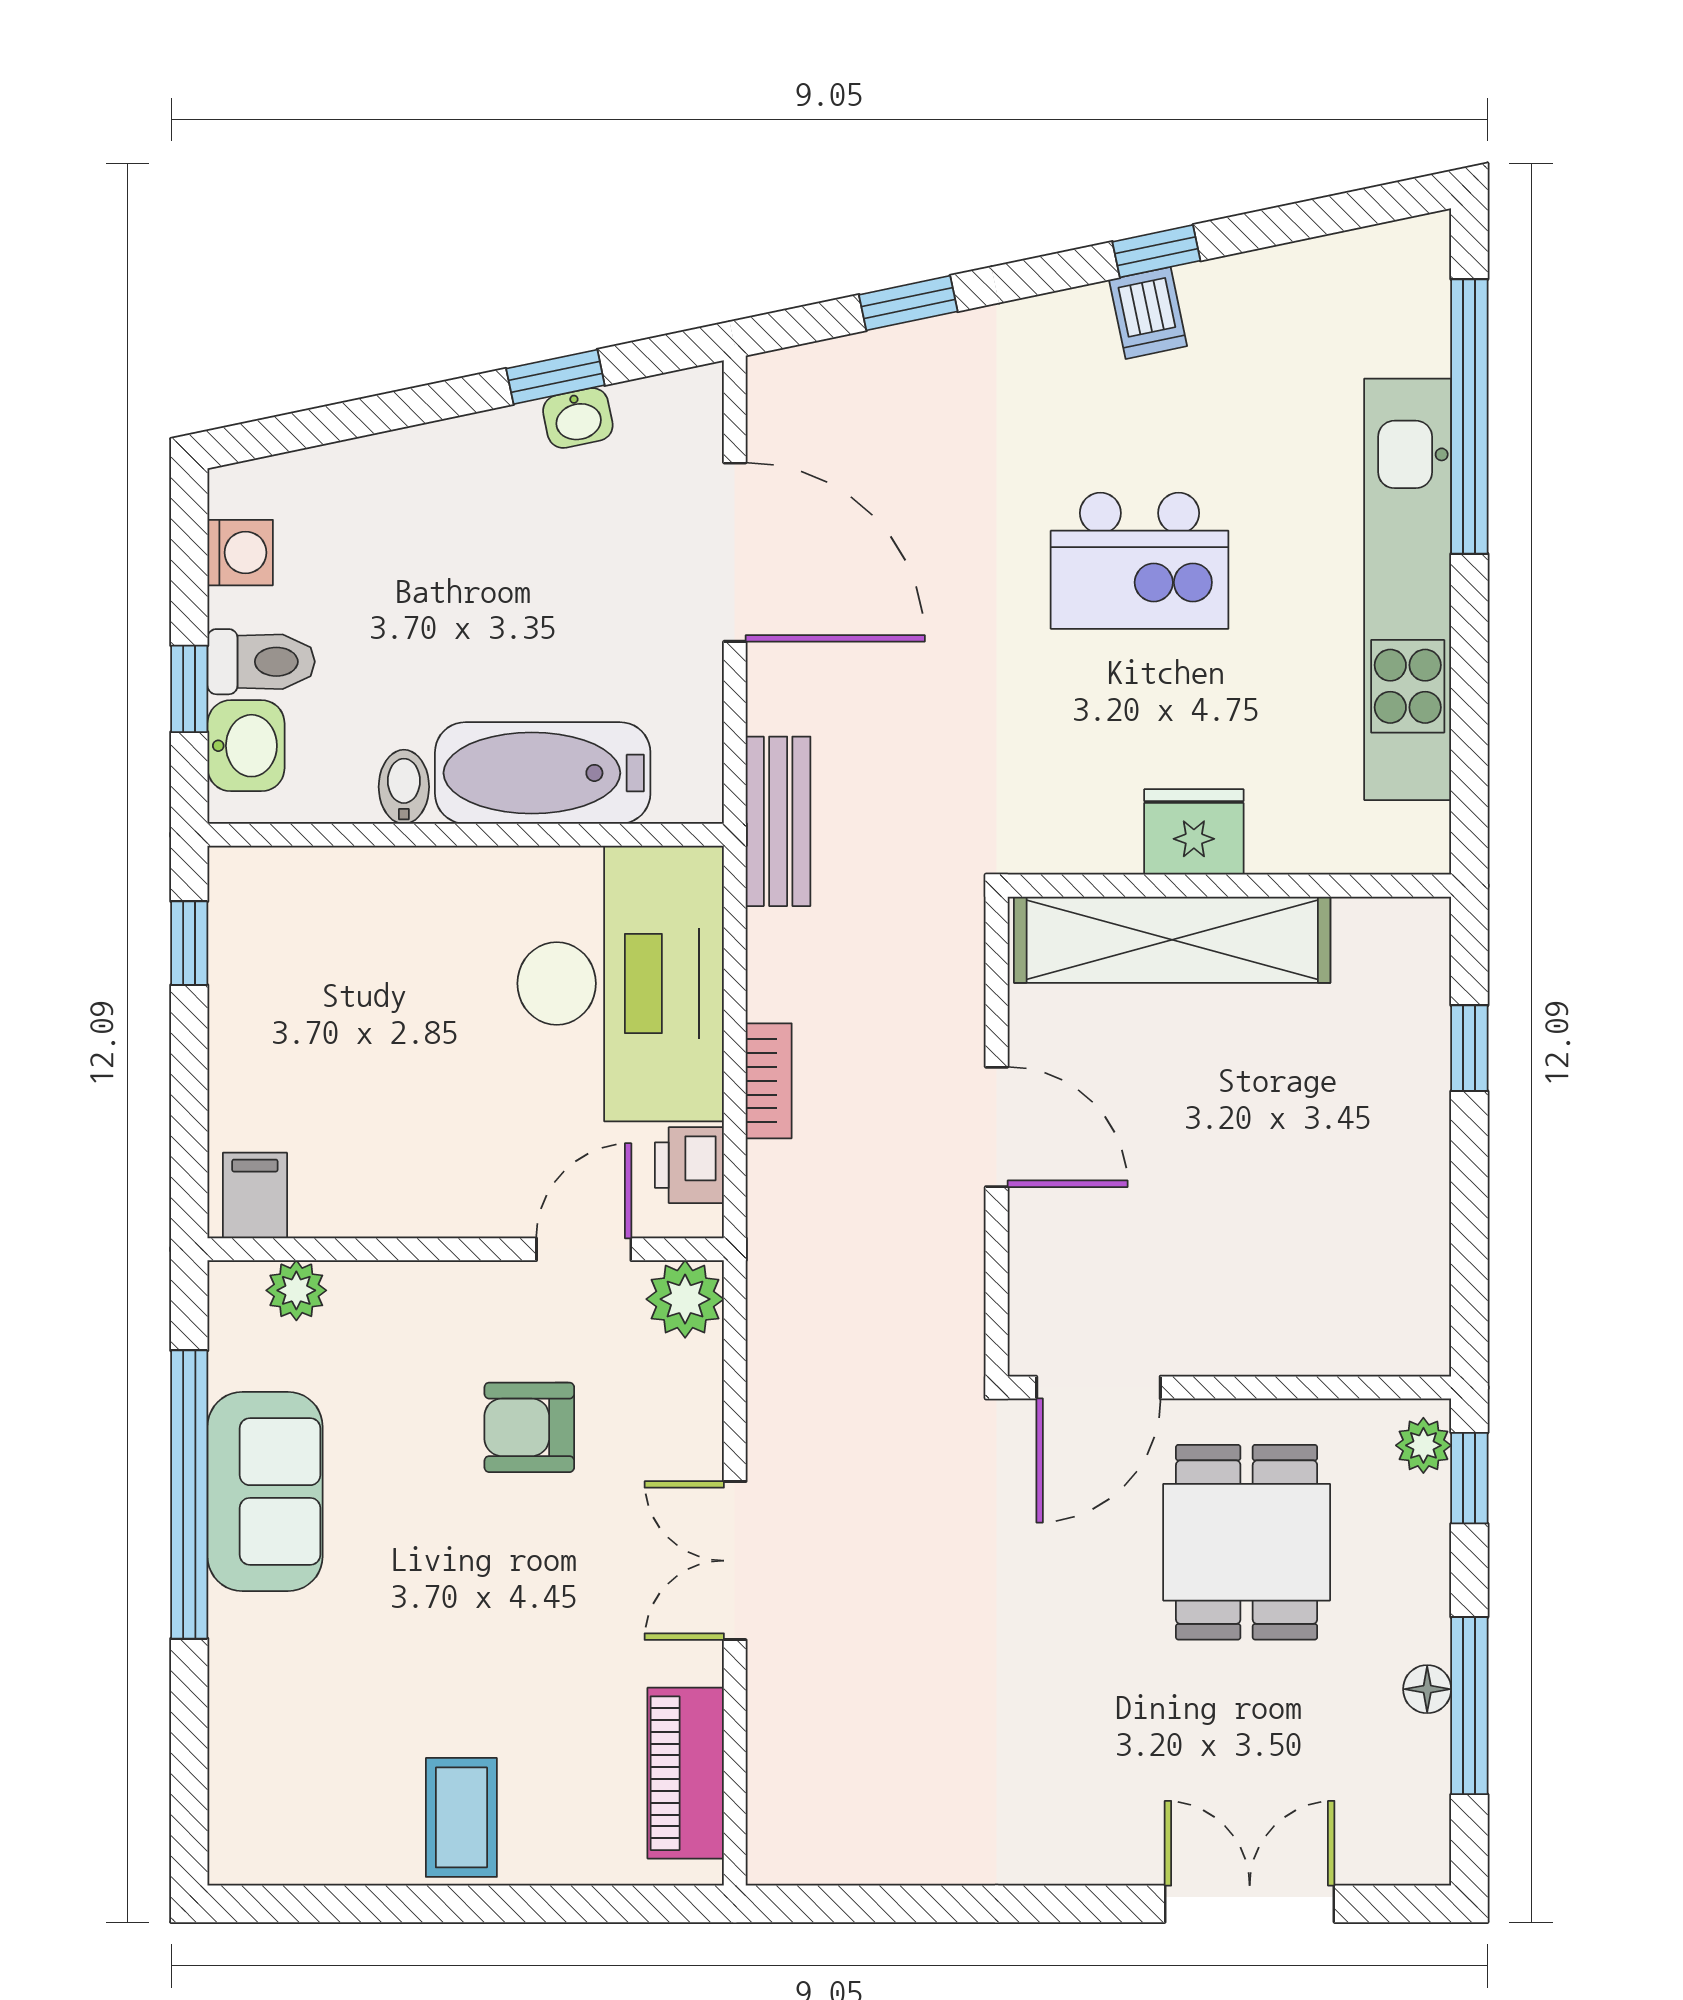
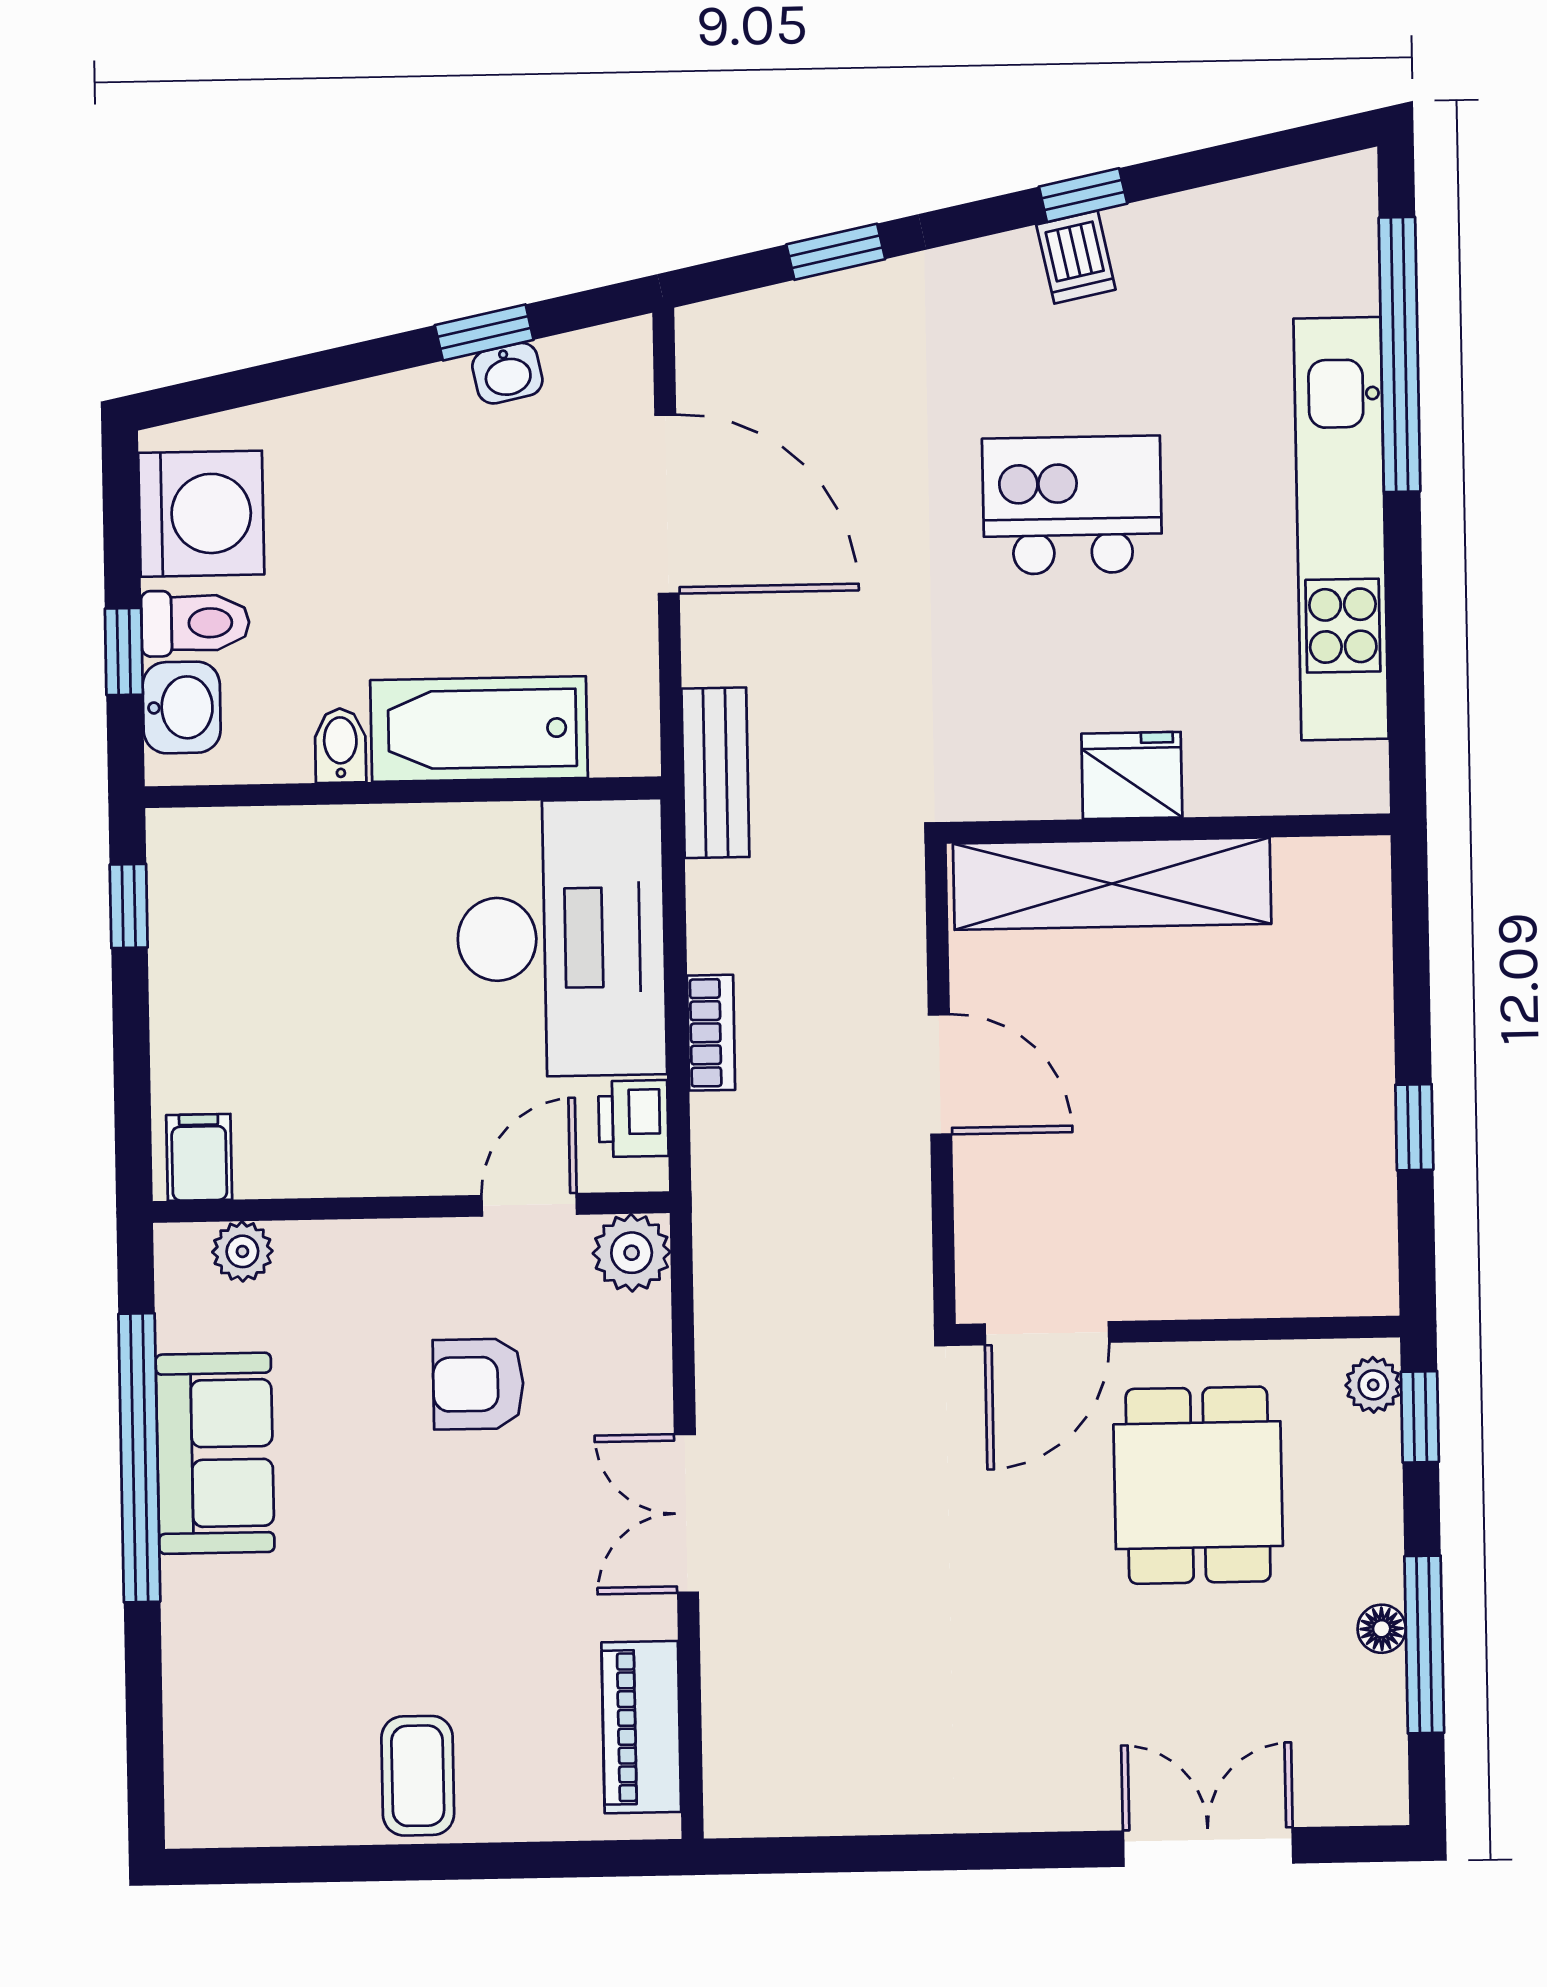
washing machine: (240, 553) -> (201, 514), width x1.89, depth x1.89
kitchen island: (1140, 561) -> (1072, 505), turned 180
window: (1469, 1048) -> (1414, 1127), moved

